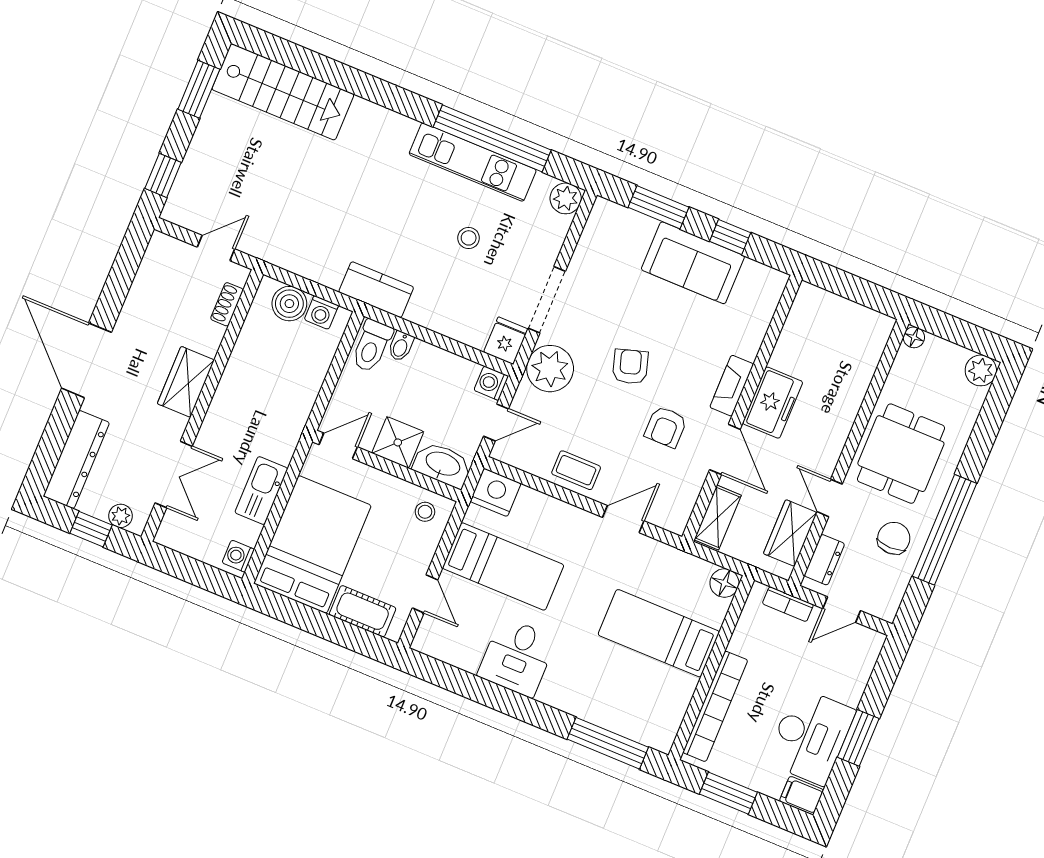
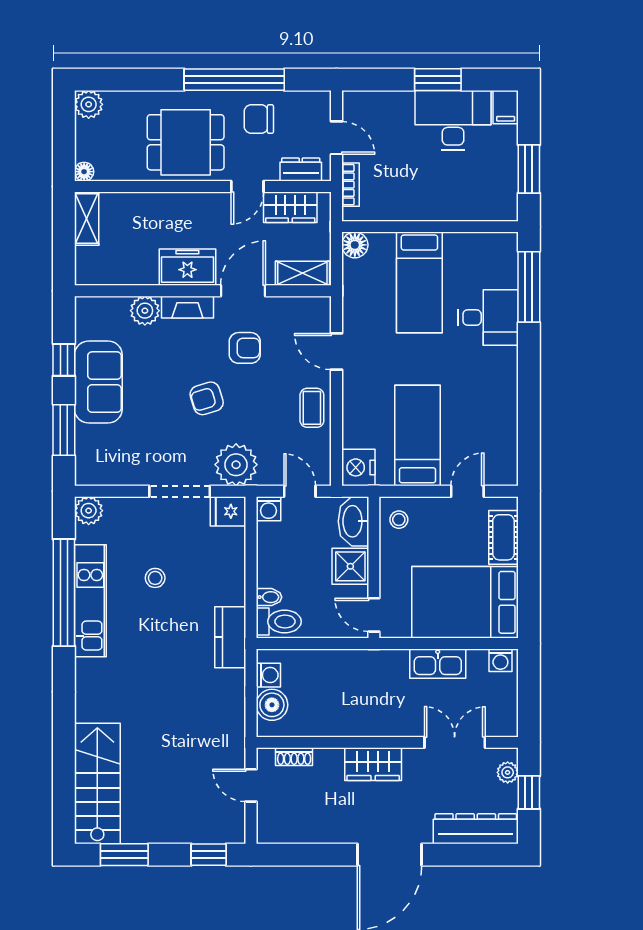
shelving: (865, 320) -> (87, 219), added
plant: (746, 341) -> (145, 311), added
desk: (517, 657) -> (488, 317), moved
bookcase: (715, 706) -> (461, 210), removed

